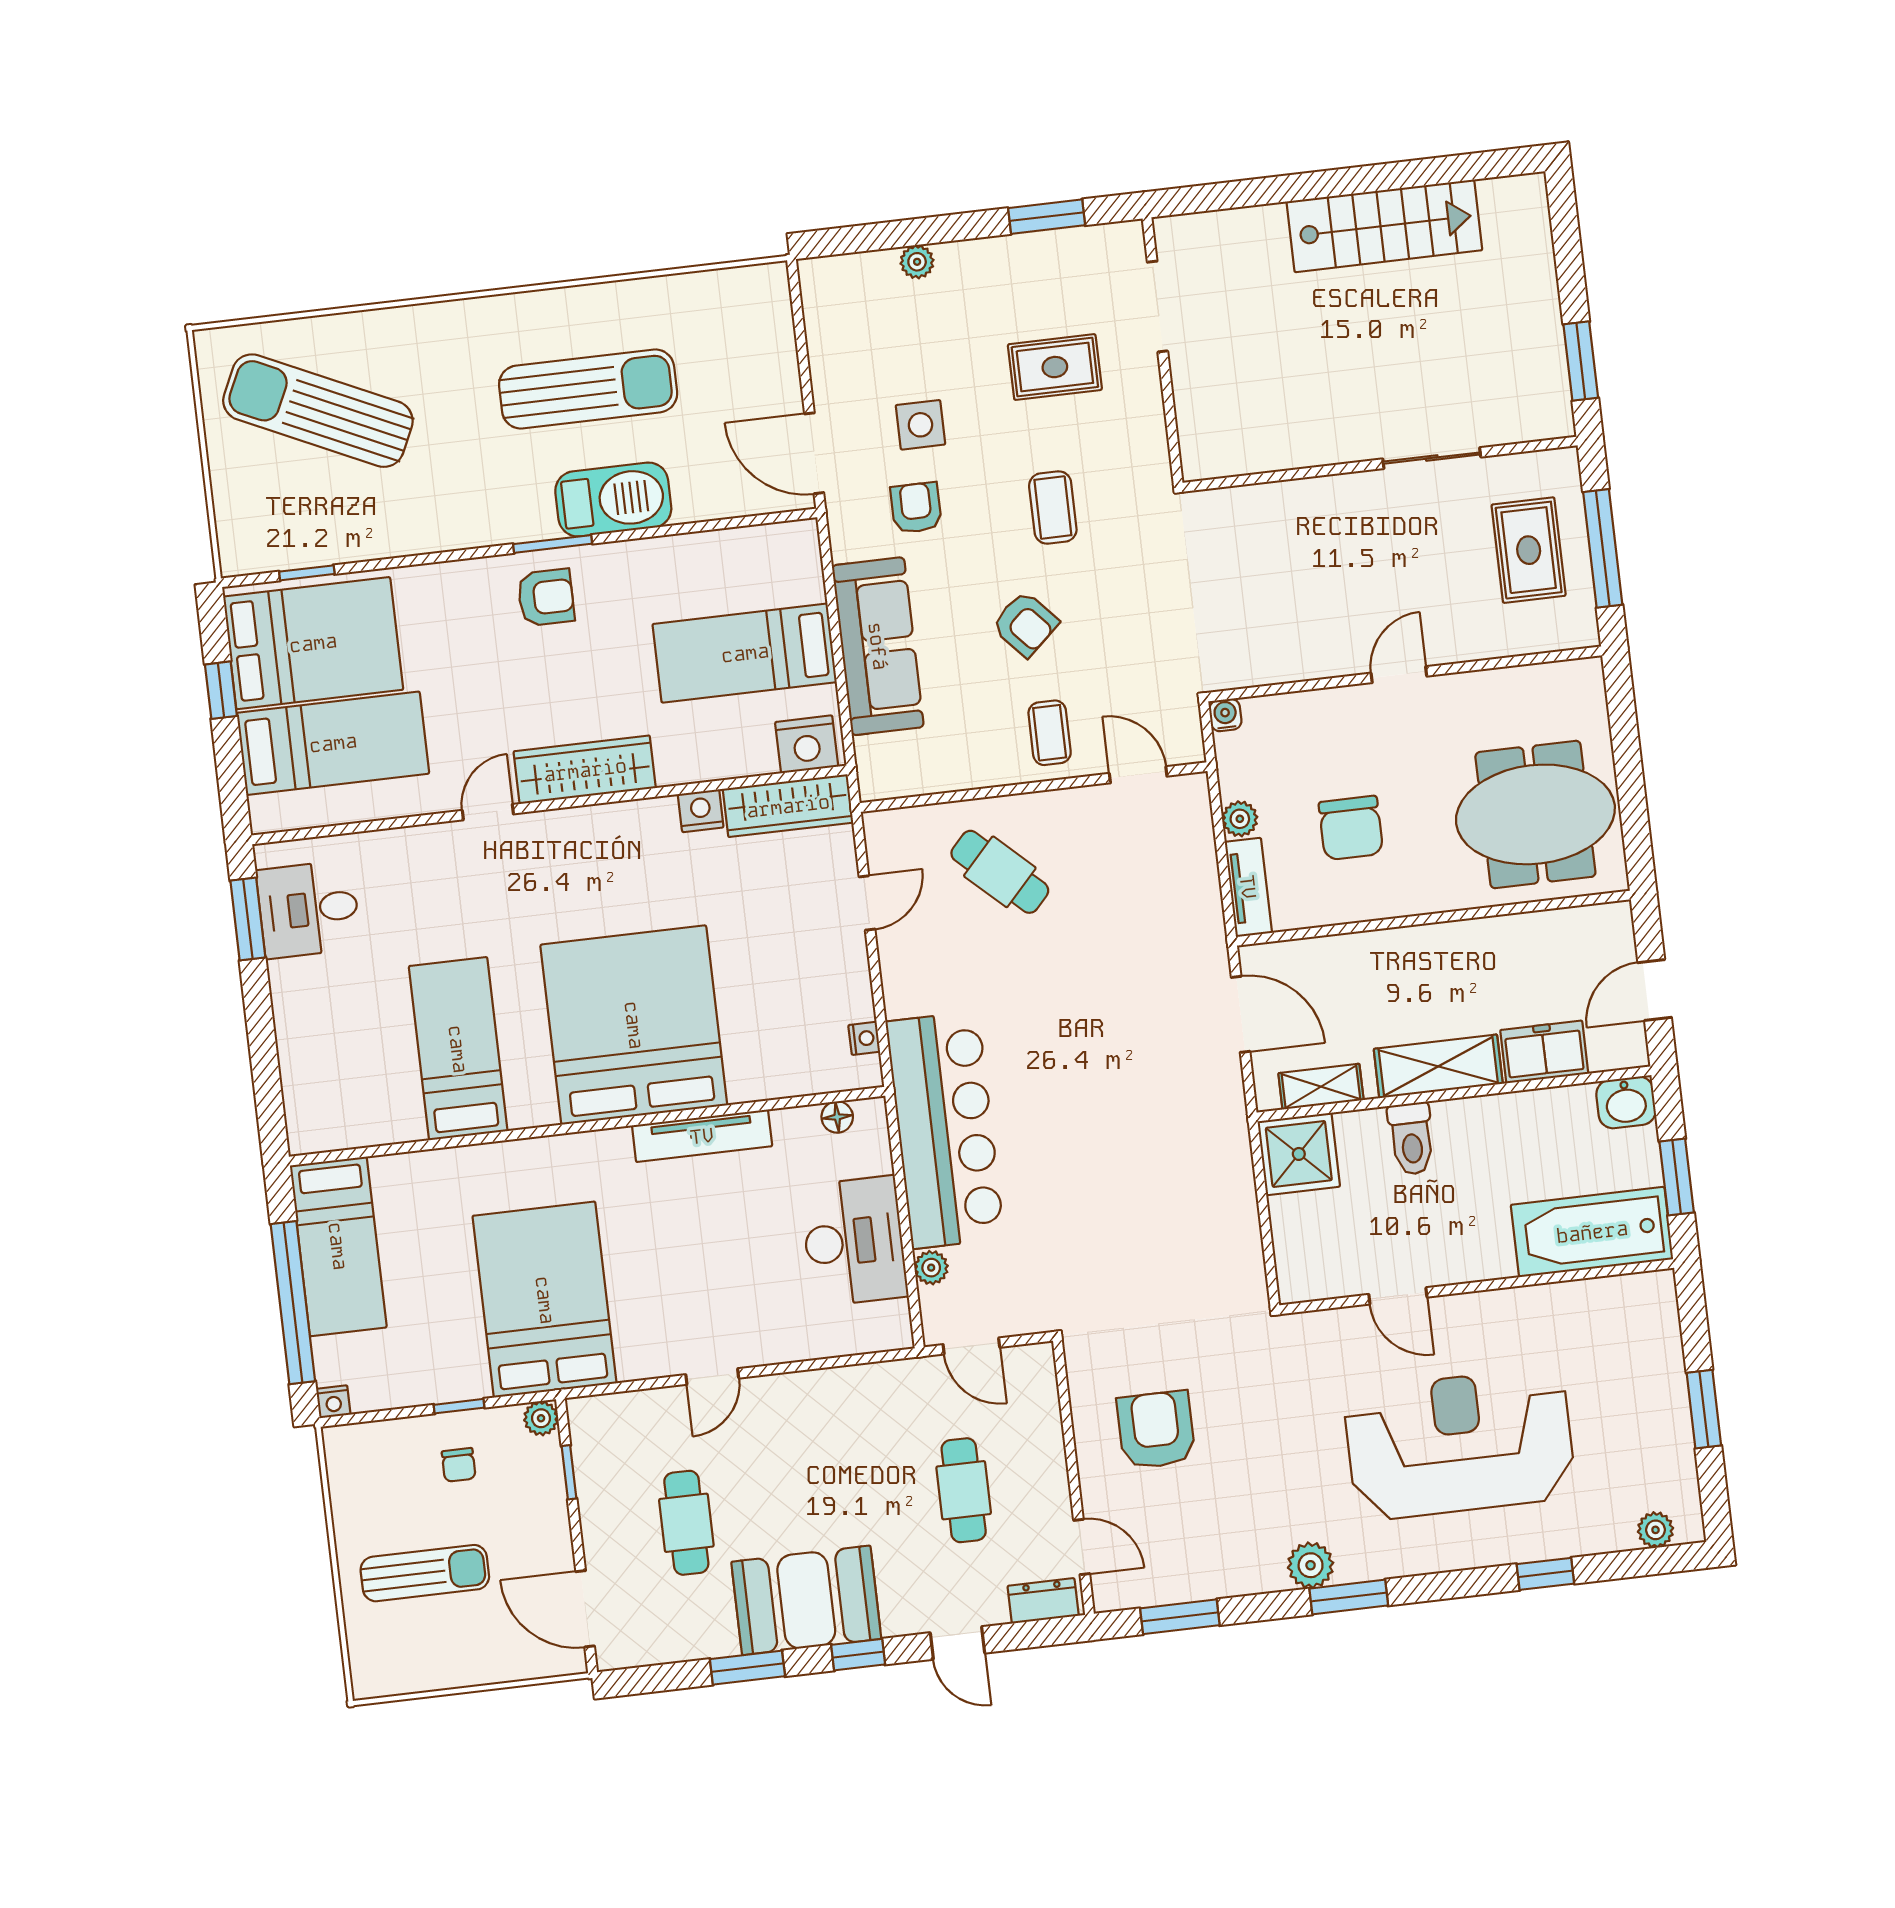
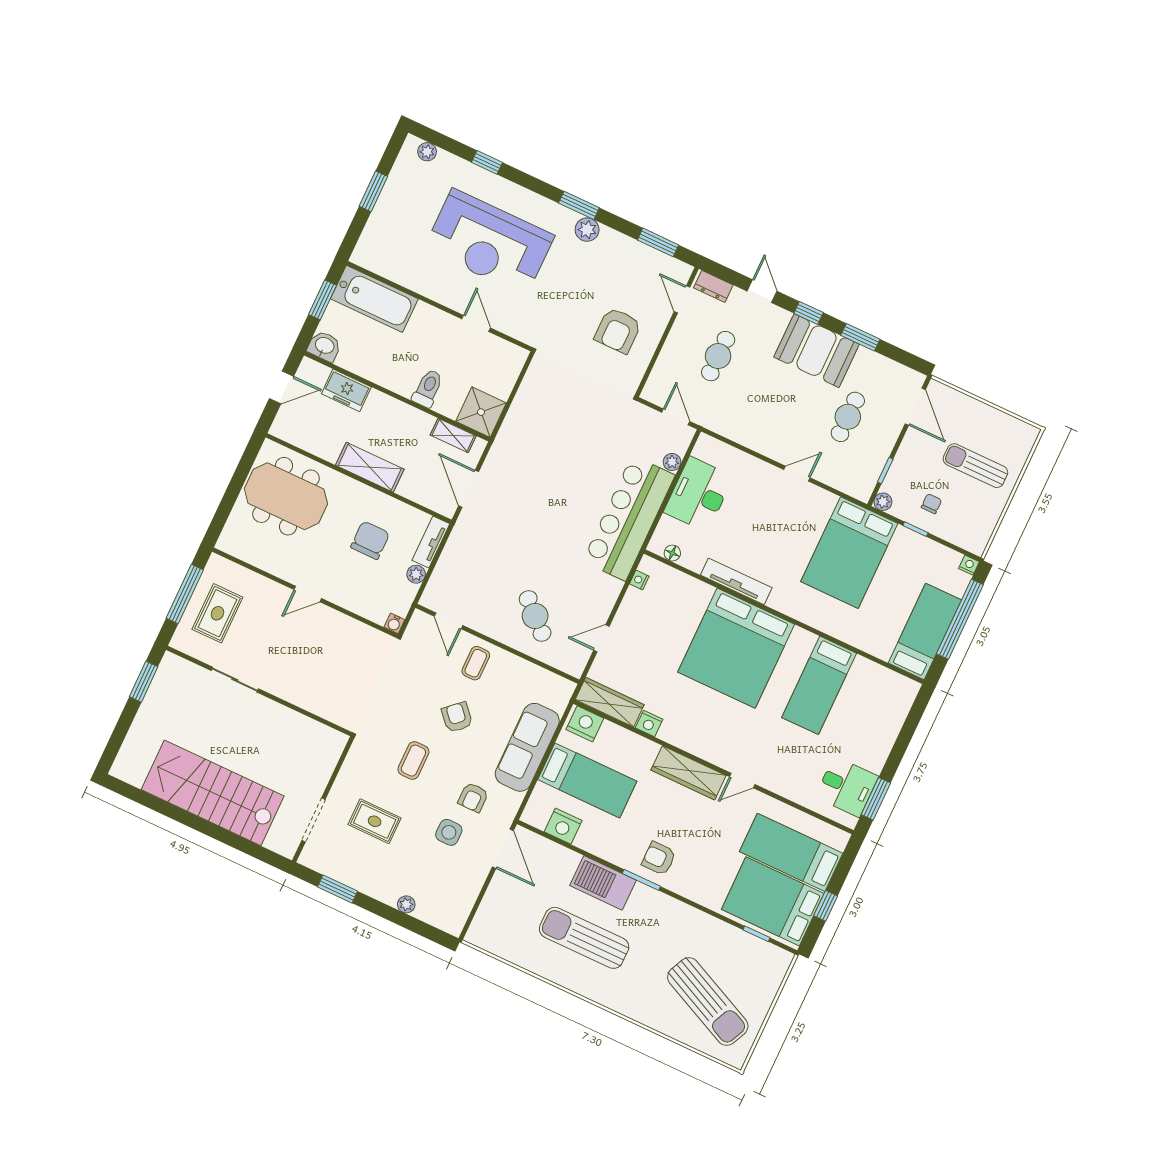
stairs: (1384, 226) -> (213, 793), width x1.36, depth x1.51
nightstand: (737, 553) -> (563, 826), added
shelving: (1438, 1066) -> (370, 467), moved

